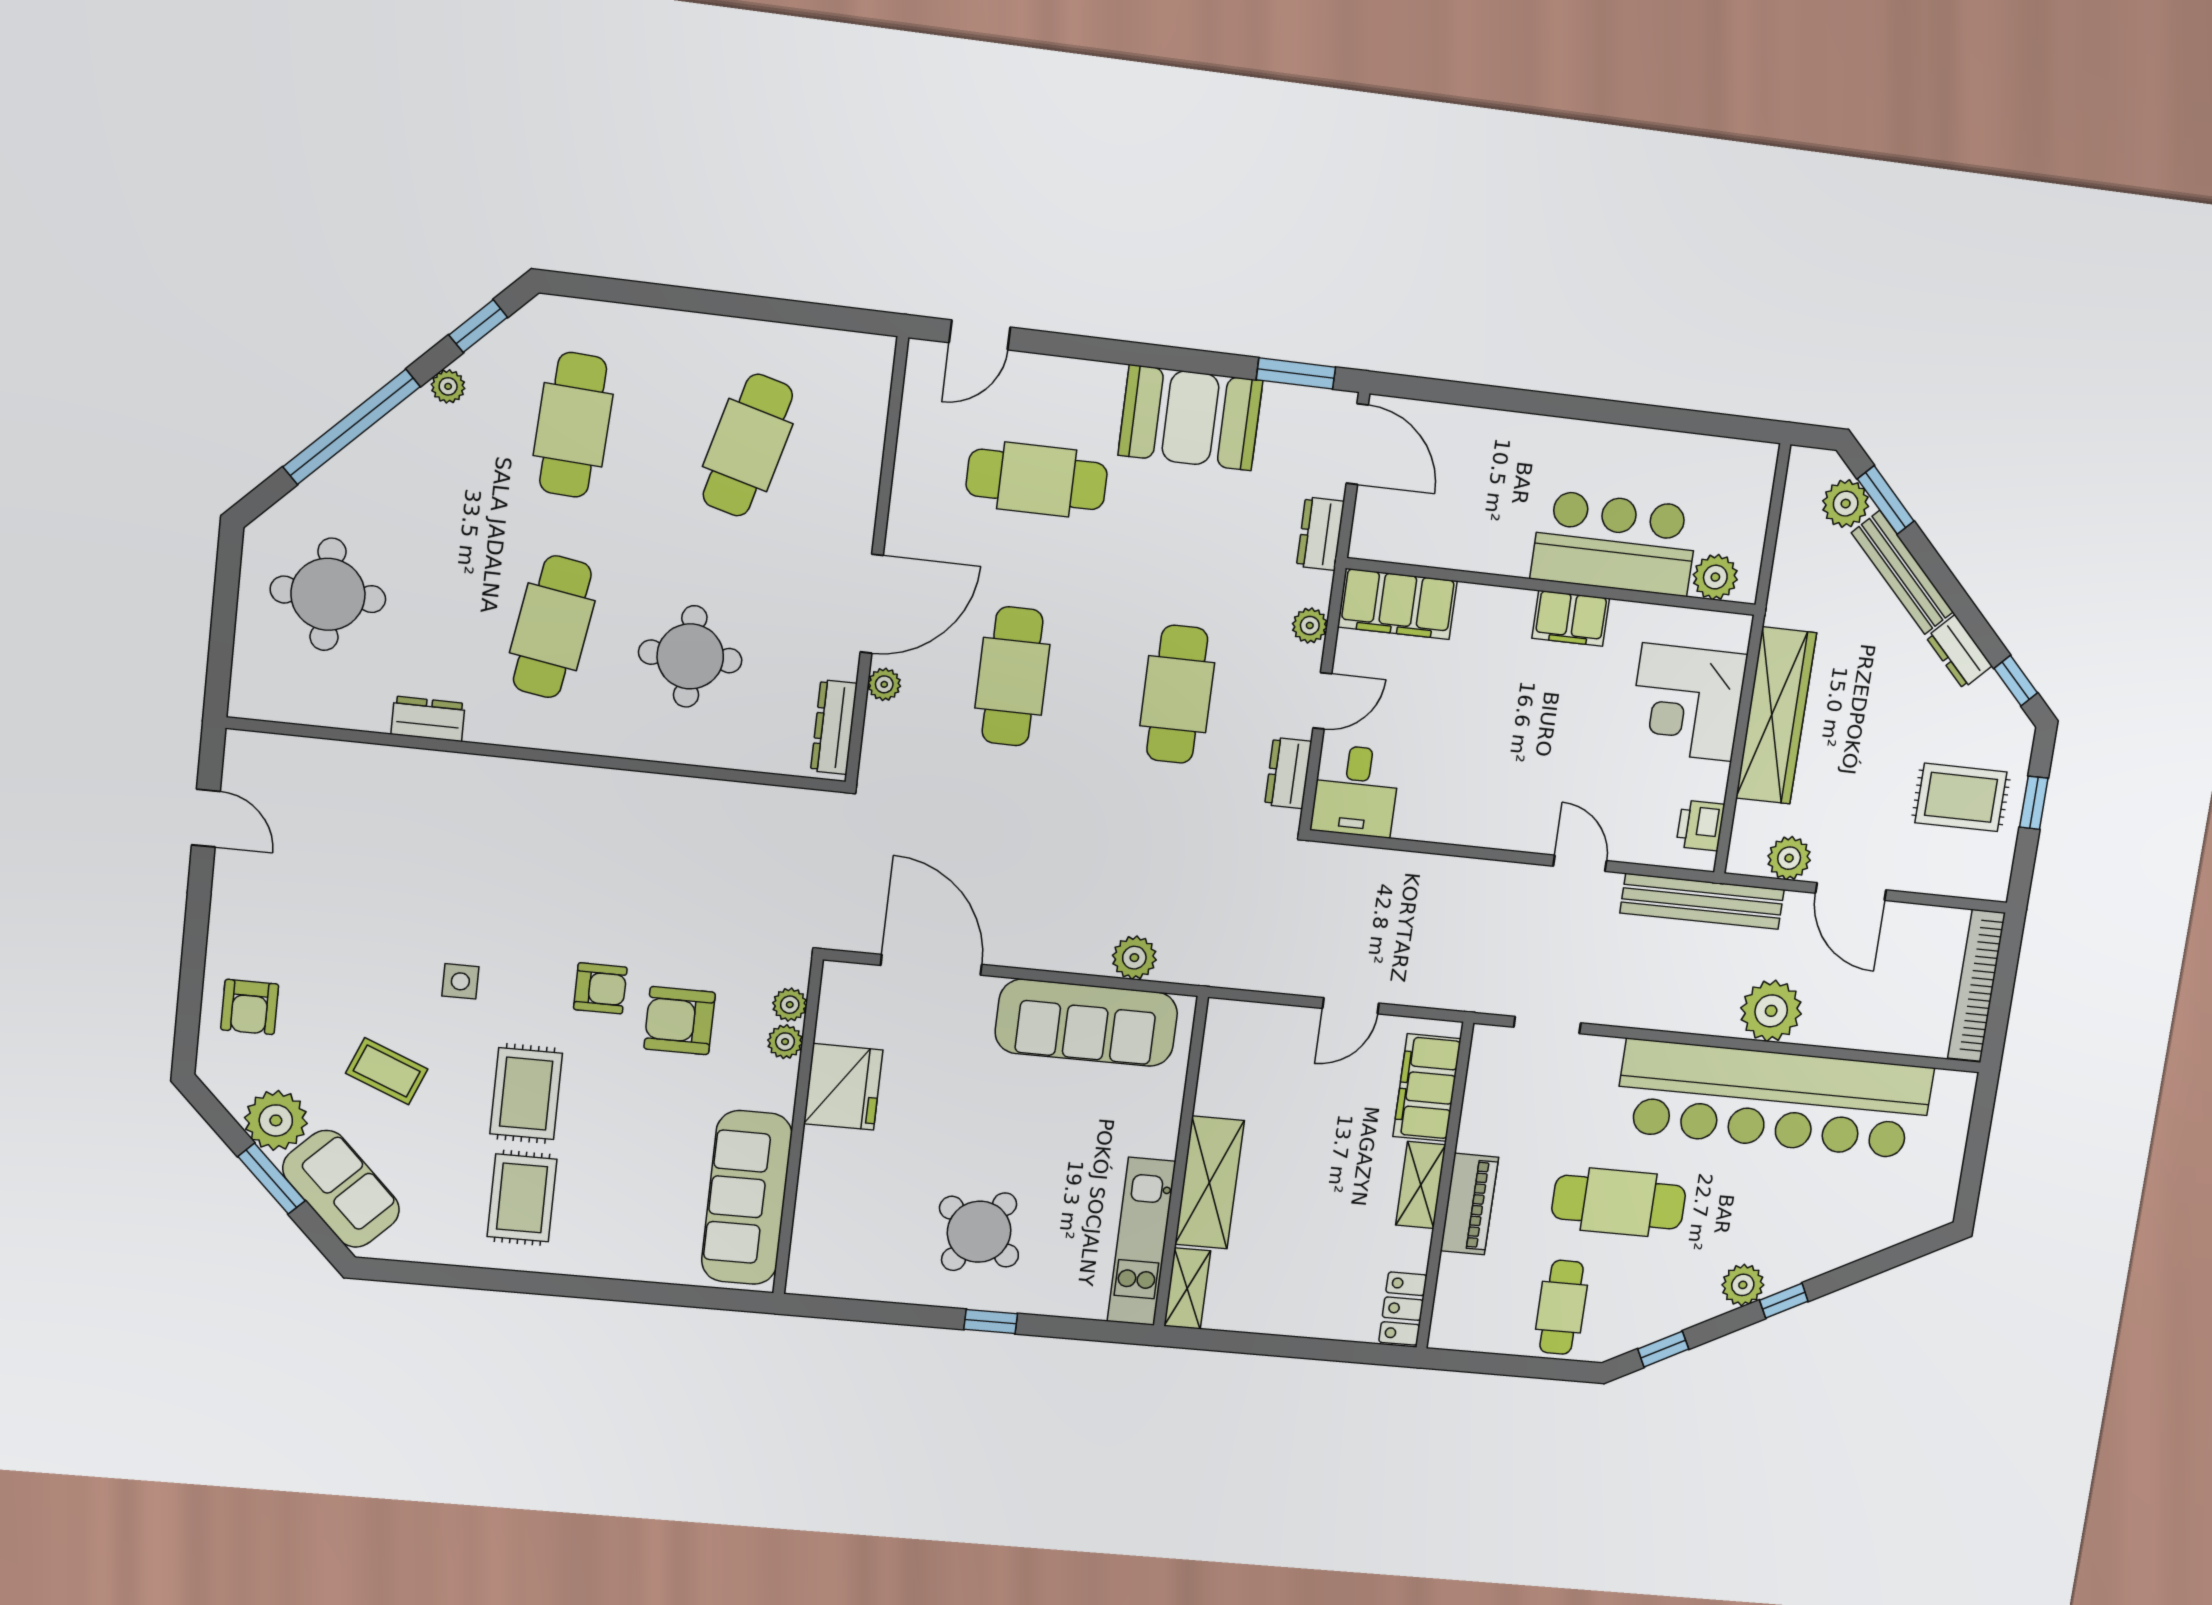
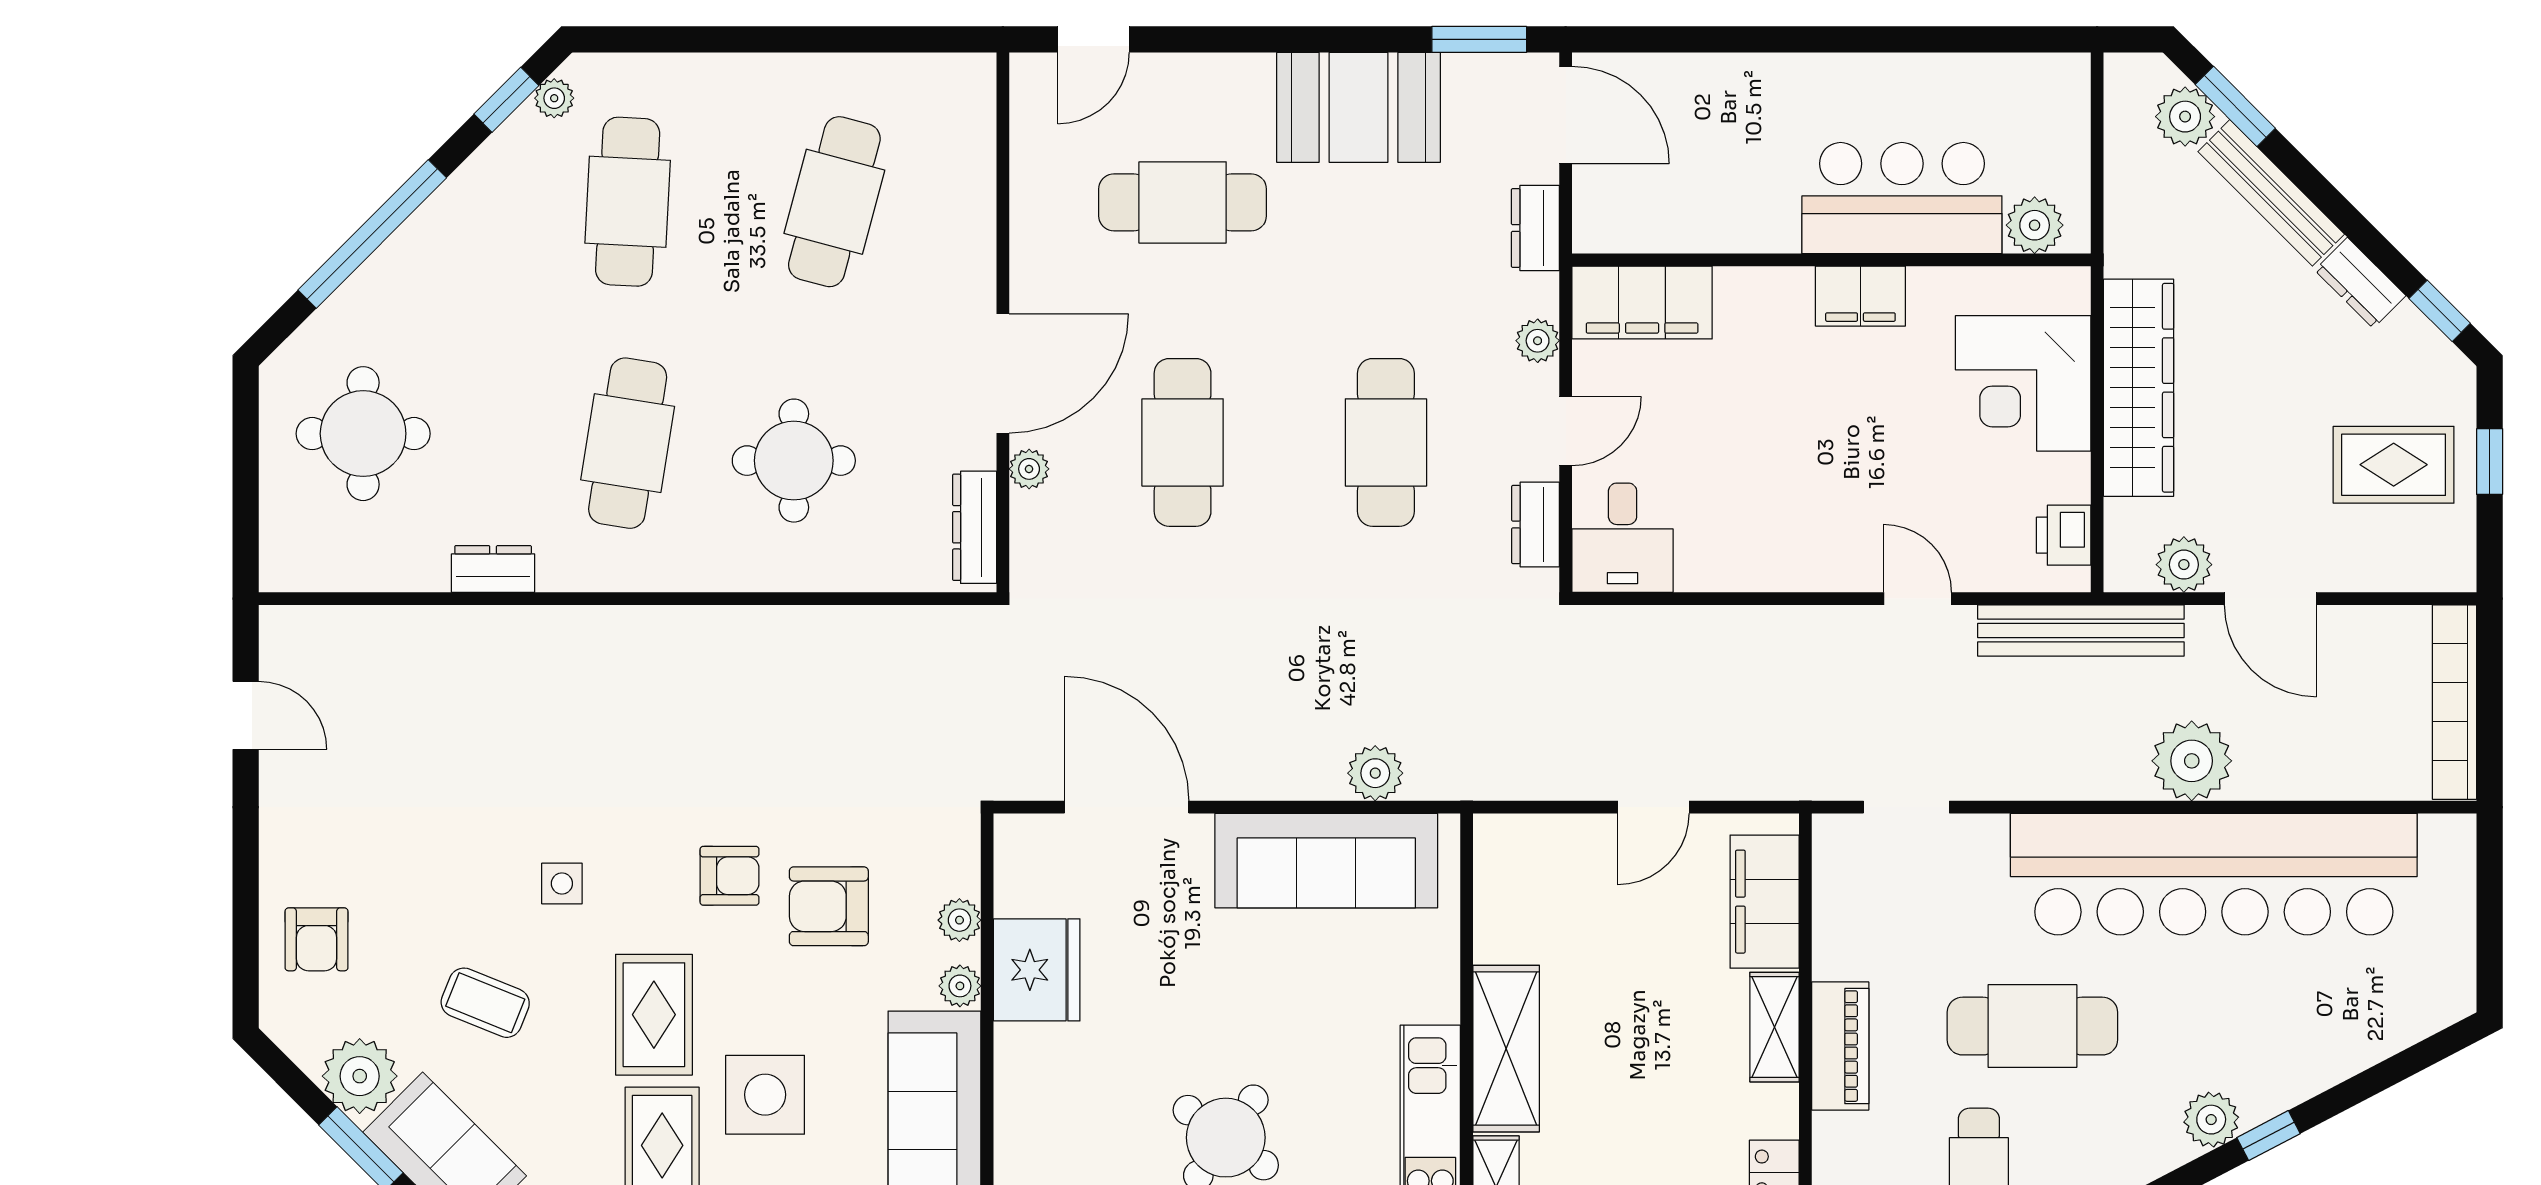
plant: (448, 386) -> (554, 98), moved
plant: (790, 1005) -> (960, 986), moved
side table: (611, 1165) -> (765, 1095), added

